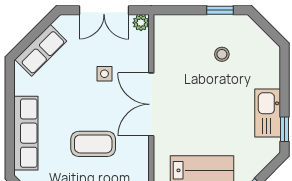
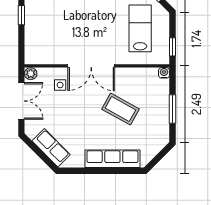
stool: (222, 54) -> (54, 14), removed
side table: (104, 74) -> (60, 85), moved
coffee table: (93, 144) -> (120, 109), turned -61

